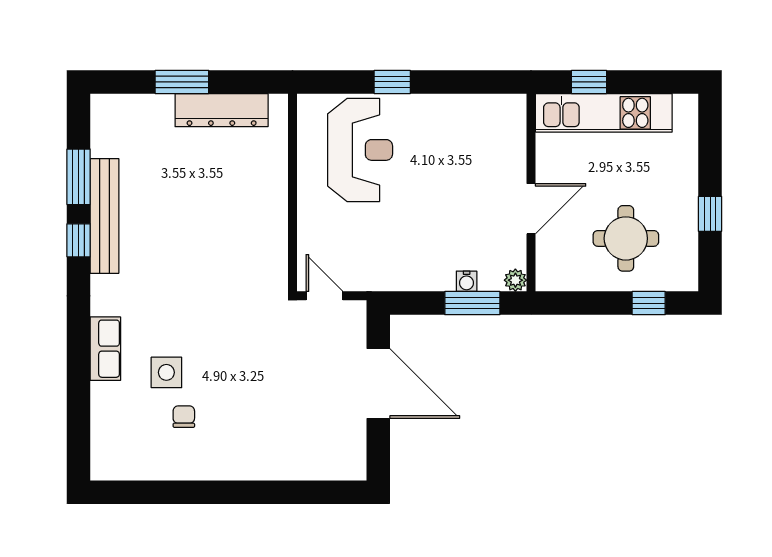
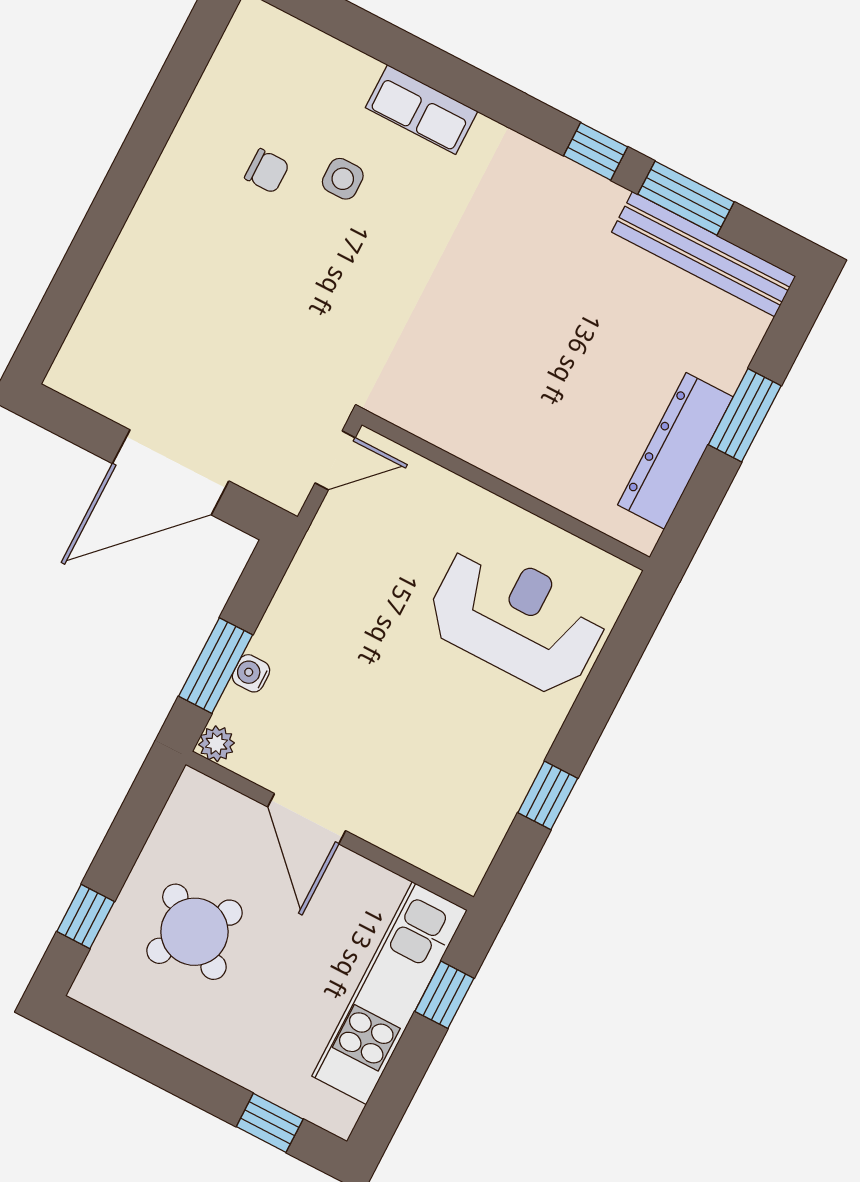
window: (392, 82) -> (548, 795), moved
reception desk: (360, 150) -> (517, 619), turned 180
window: (710, 214) -> (270, 1123), moved
bench: (104, 216) -> (704, 254), moved
round table: (626, 238) -> (194, 932), turned 34
side table: (166, 372) -> (343, 179), width x0.73, depth x0.73

